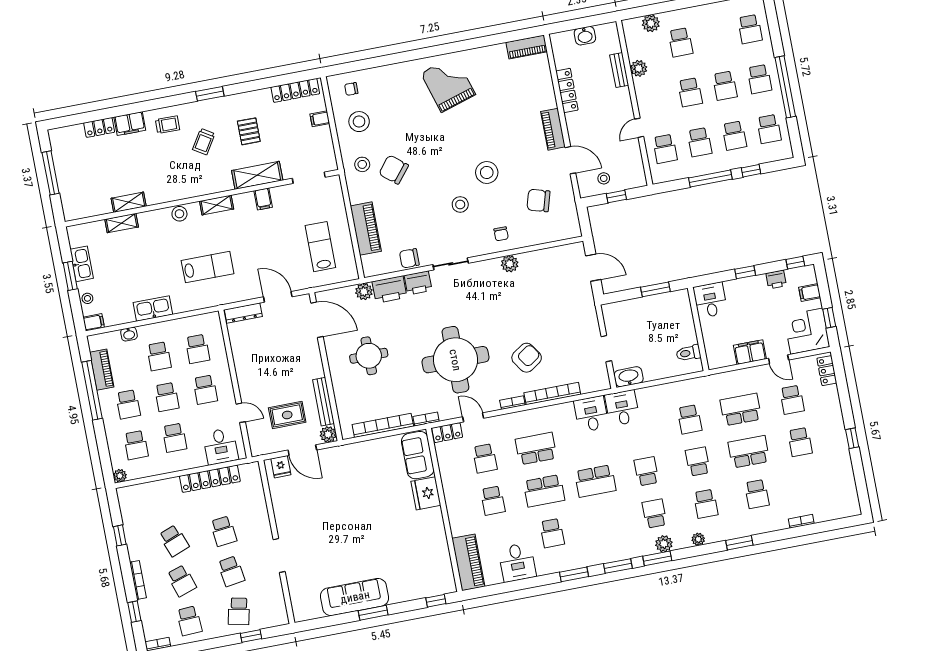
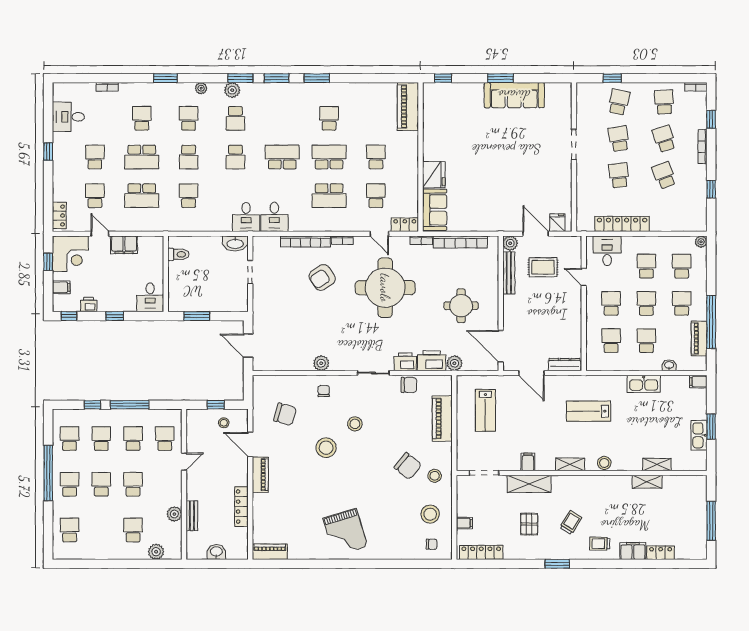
stool: (87, 298) -> (700, 404), removed
desk: (517, 562) -> (68, 117), moved, turned -90

